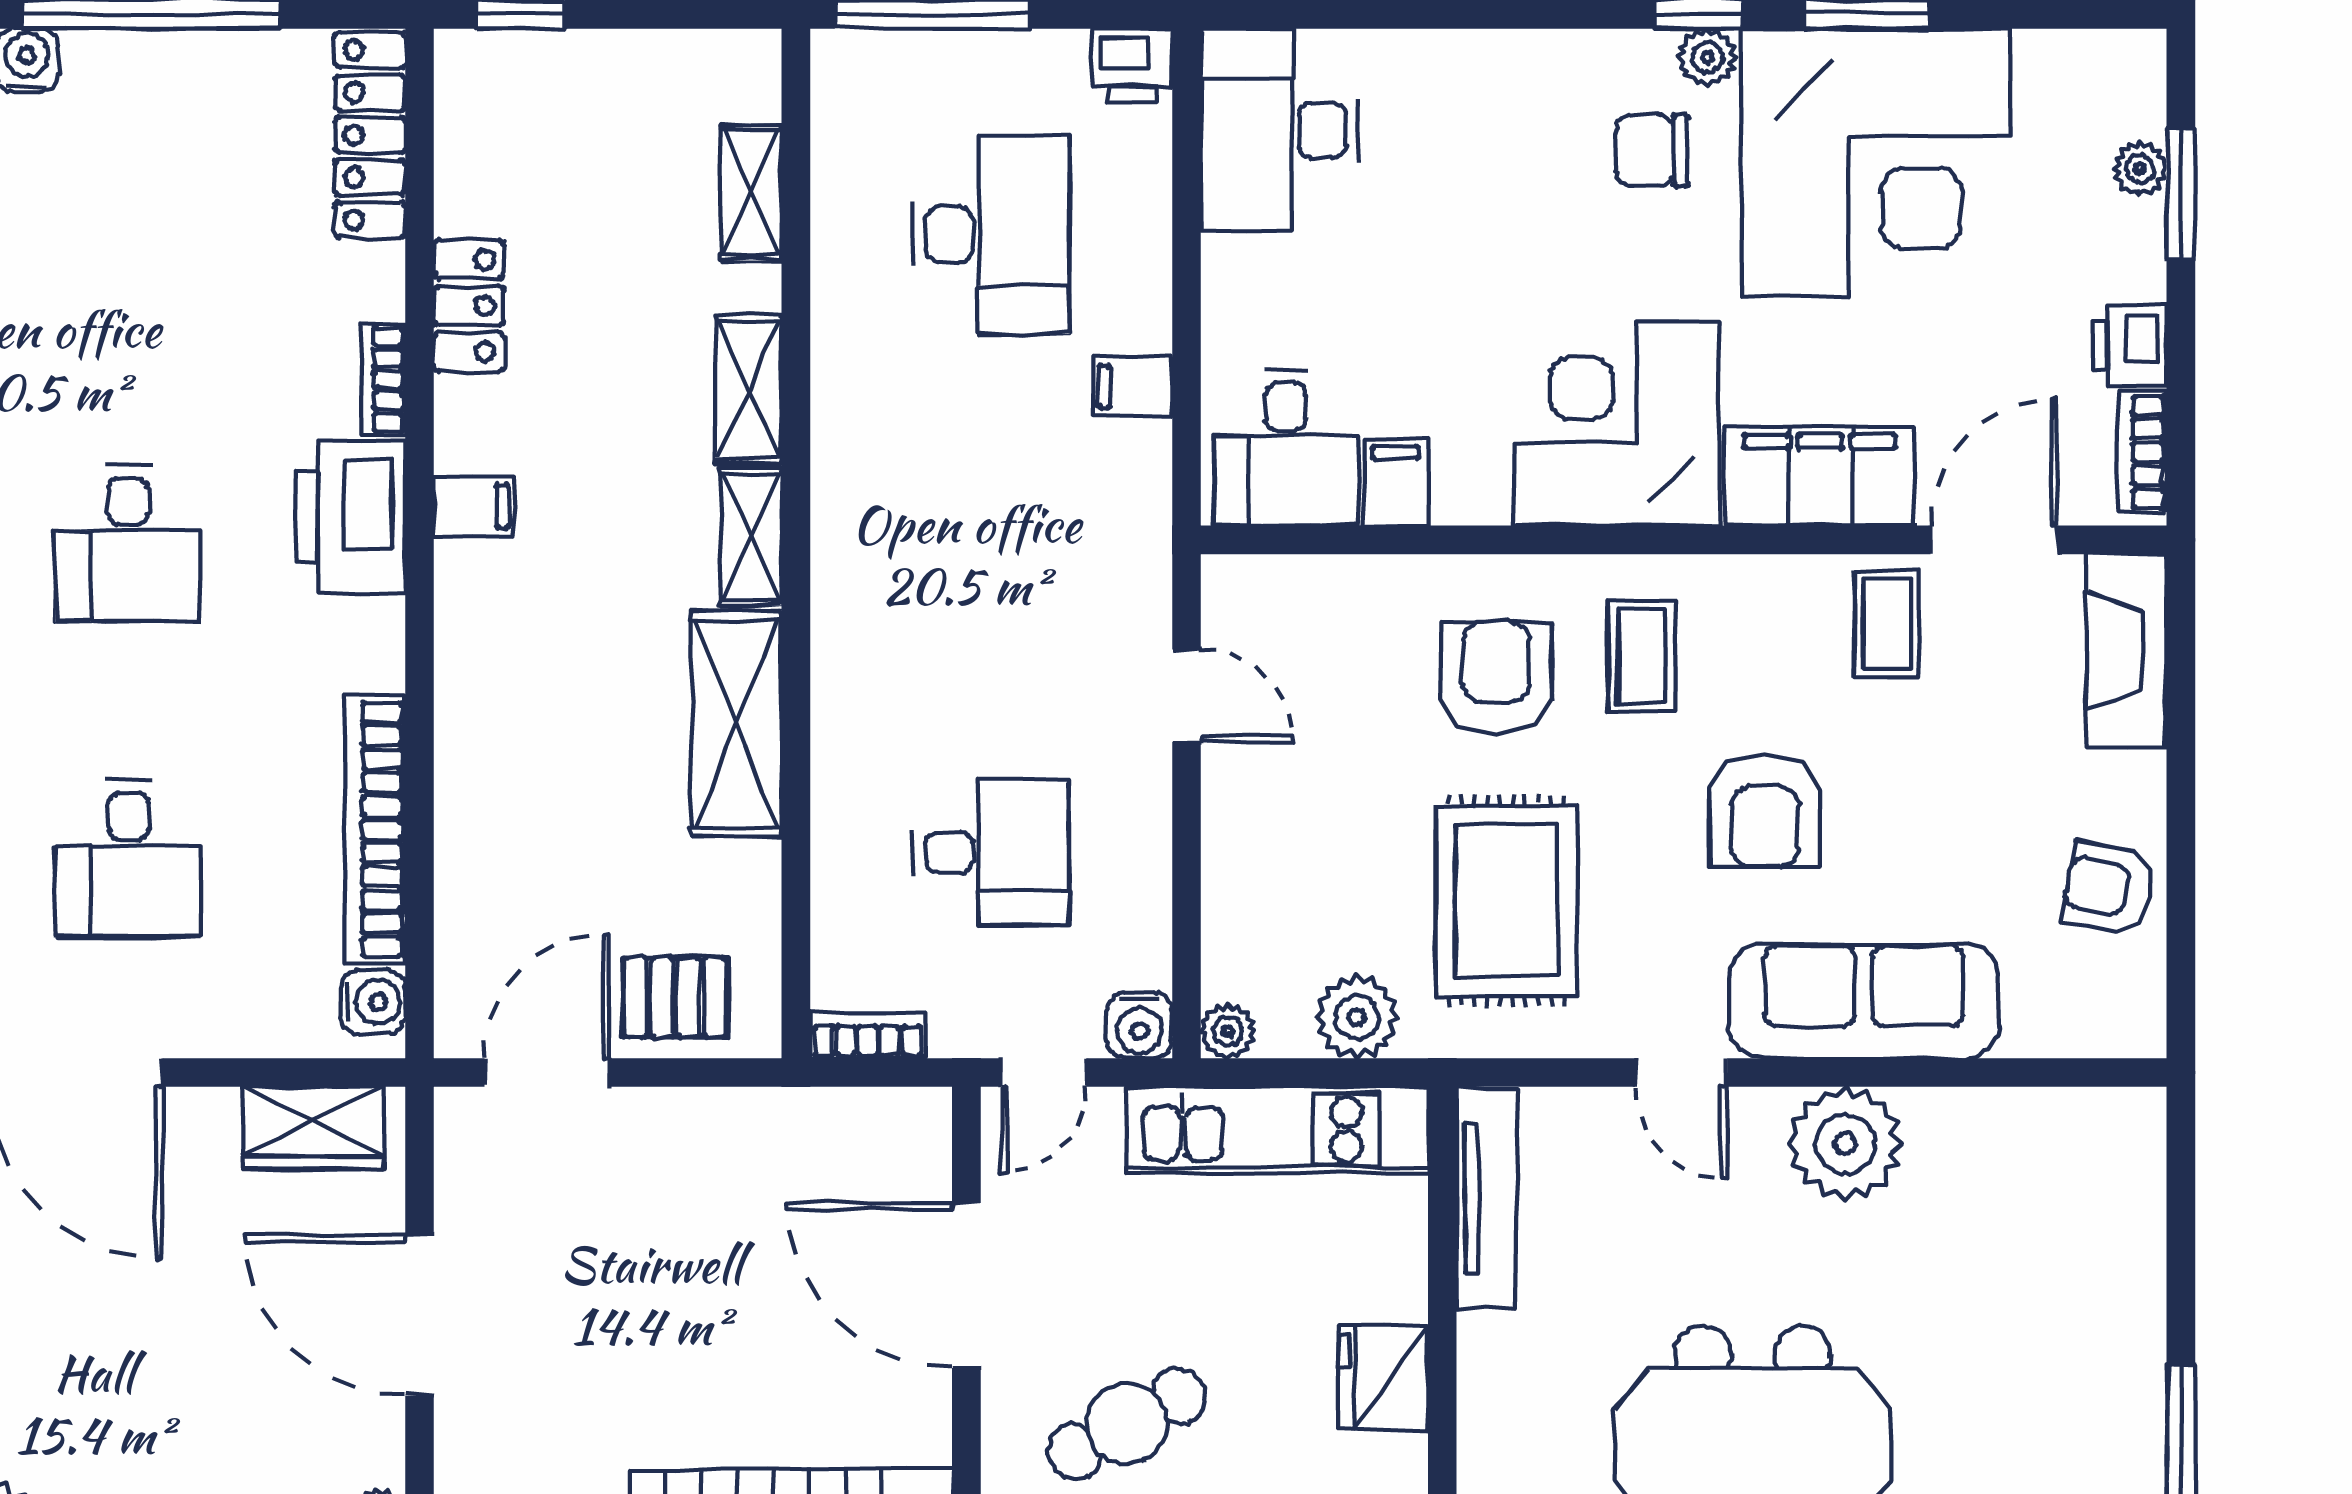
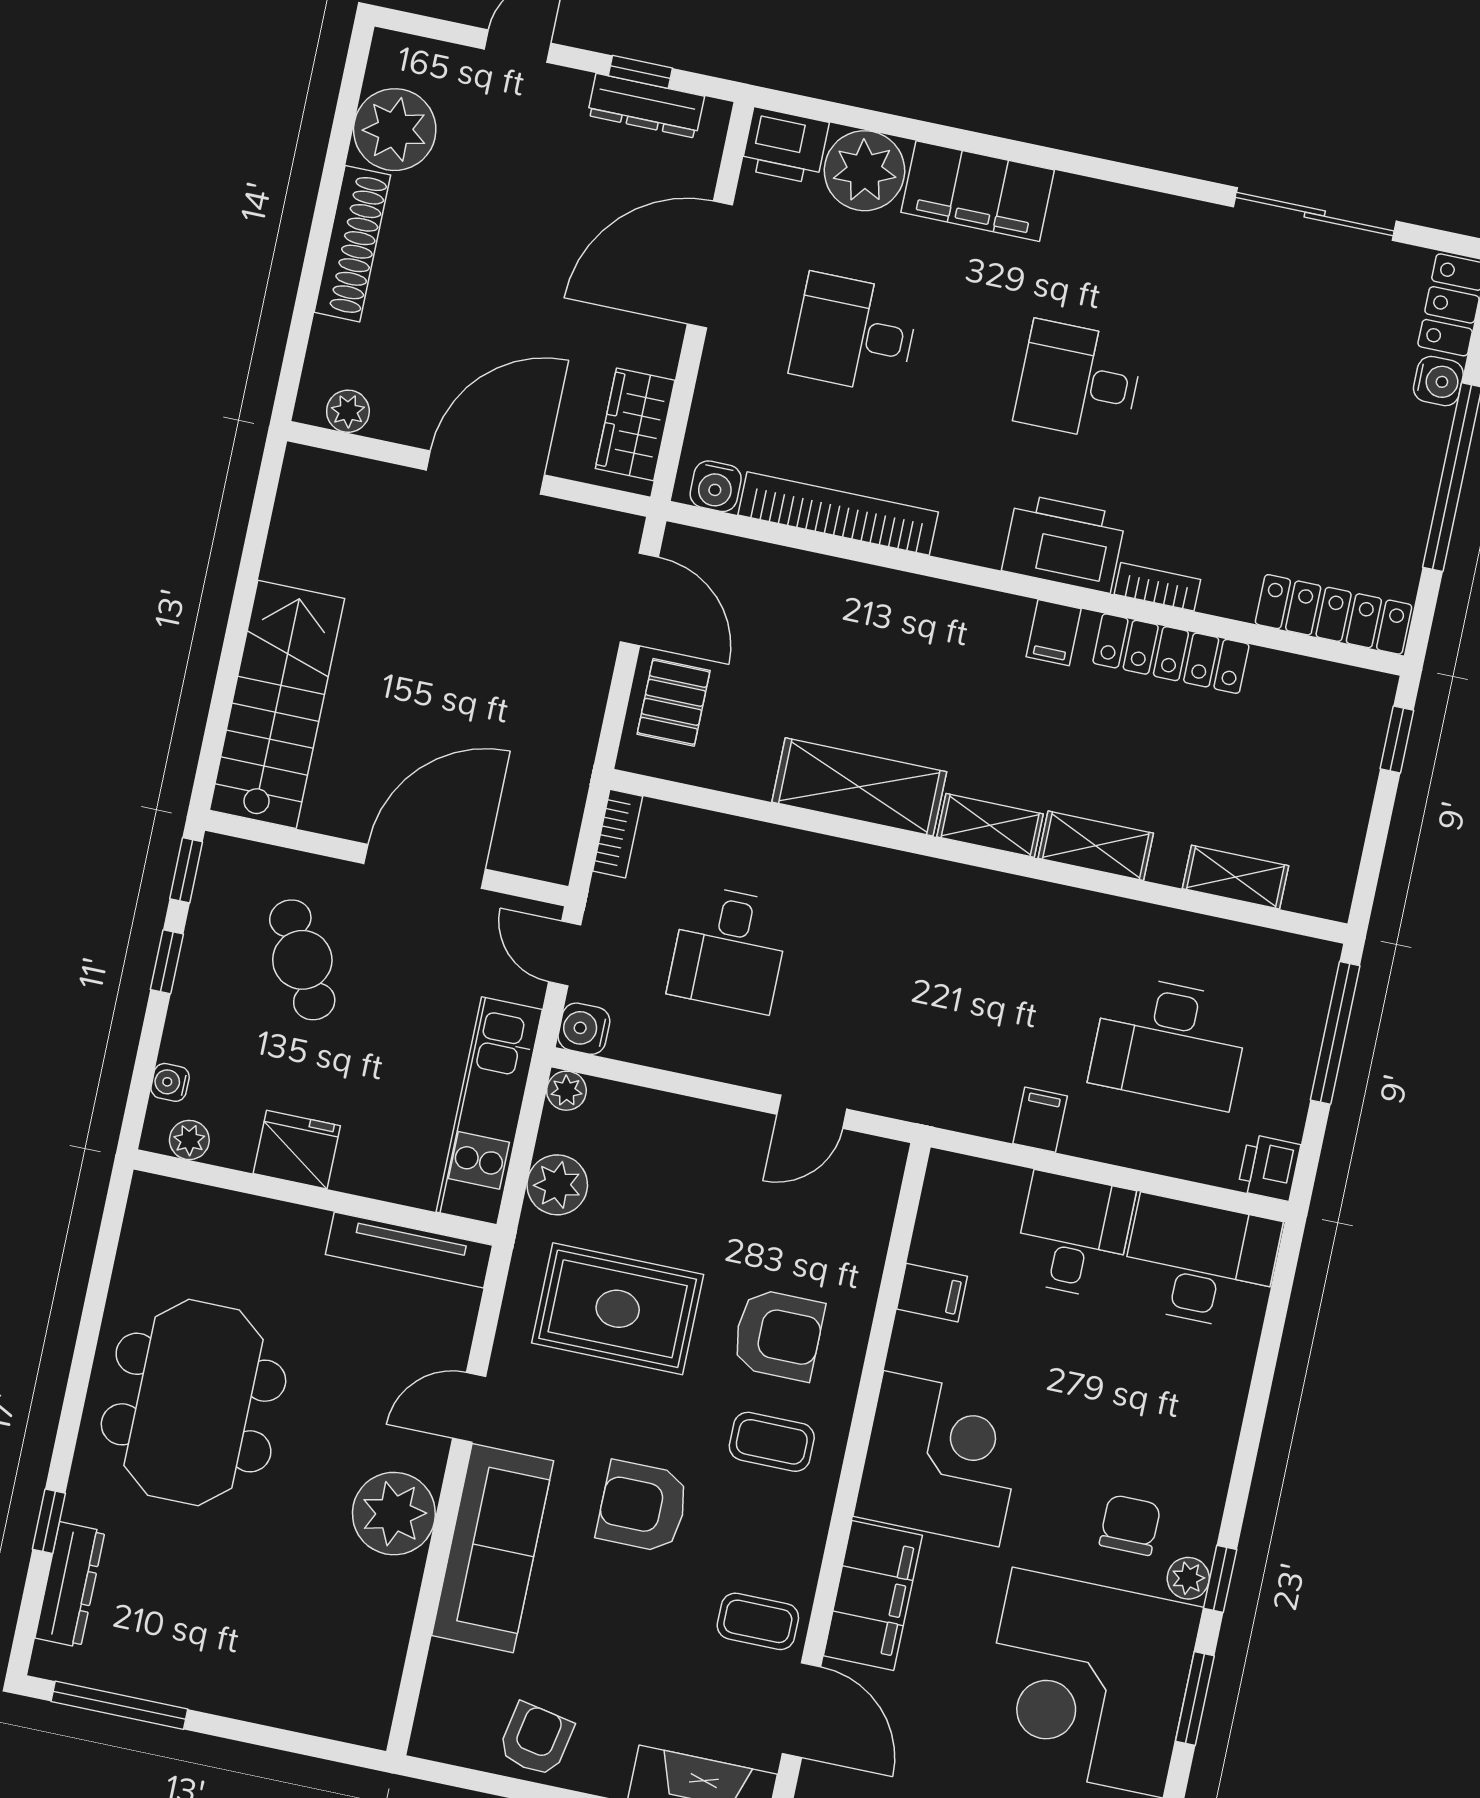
locker: (469, 306) -> (1171, 654), width x1.53
desk: (1286, 448) -> (1074, 1235), moved, turned 90

